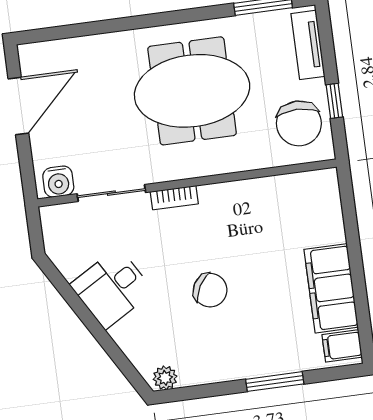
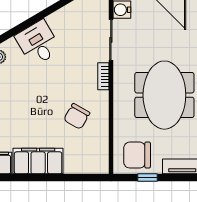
desk: (112, 288) -> (38, 43), moved
chair: (210, 290) -> (77, 116), moved

